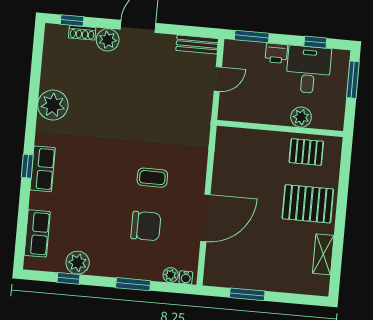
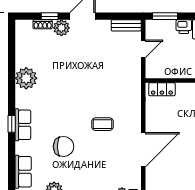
window: (72, 20) -> (50, 16), moved
locker: (238, 137) -> (162, 89), added
chair: (146, 226) -> (64, 147), moved

